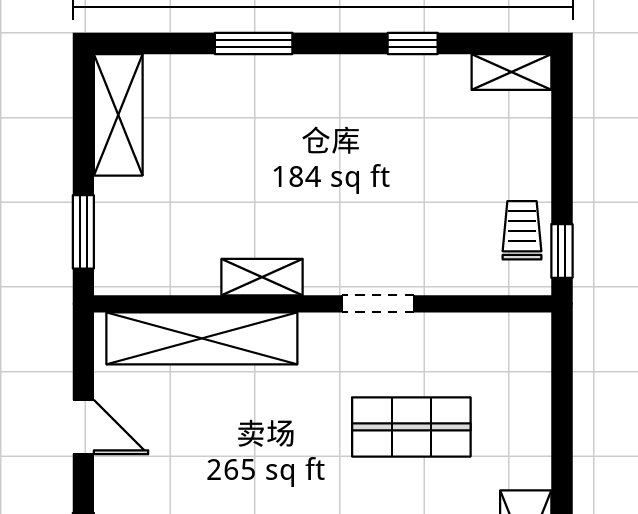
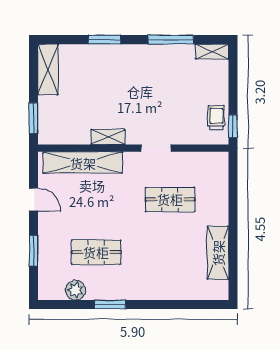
window: (413, 43) -> (171, 40), width x2.17

